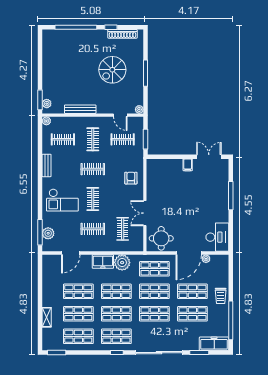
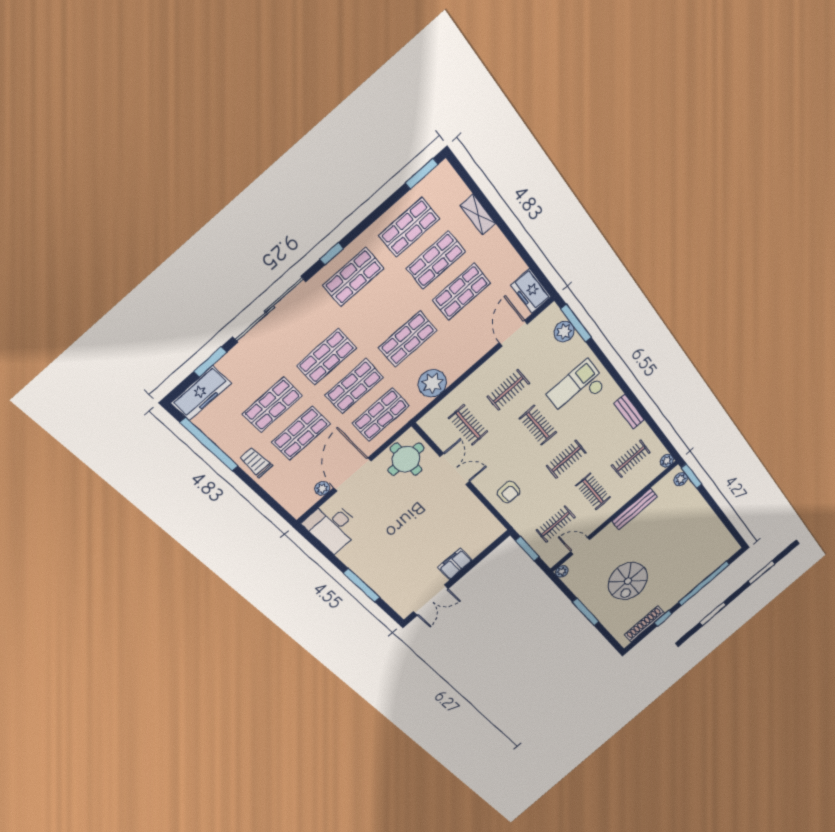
spiral stairs: (112, 70) -> (628, 581), turned 180
filing cabinet: (188, 165) -> (455, 564), width x2.00
freezer: (103, 261) -> (531, 291), moved, turned -90
shop shelf: (116, 314) -> (381, 309), removed

